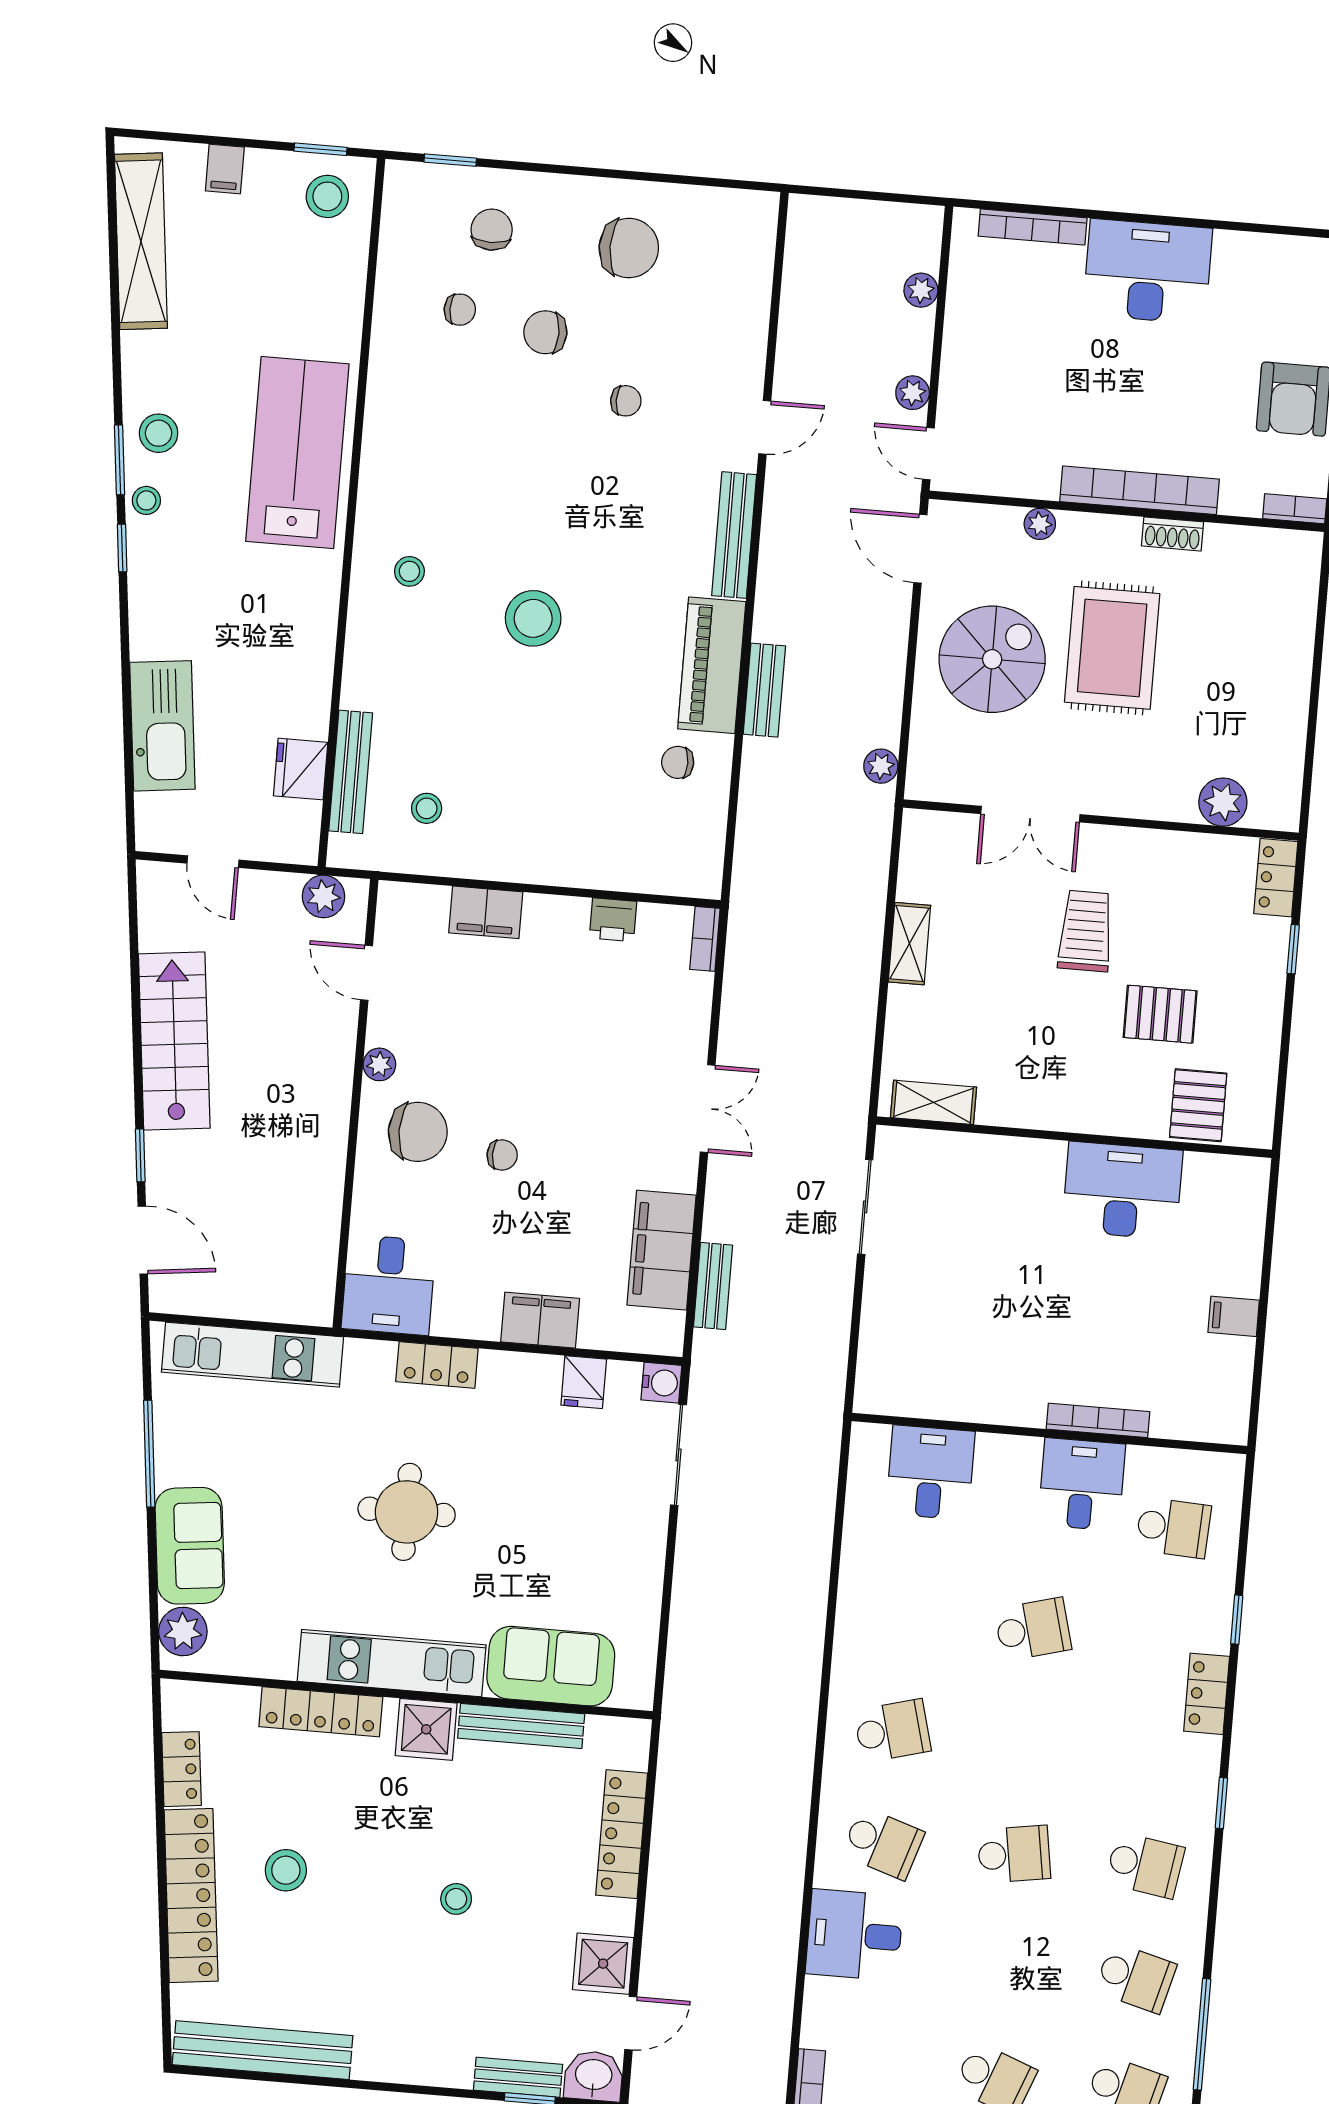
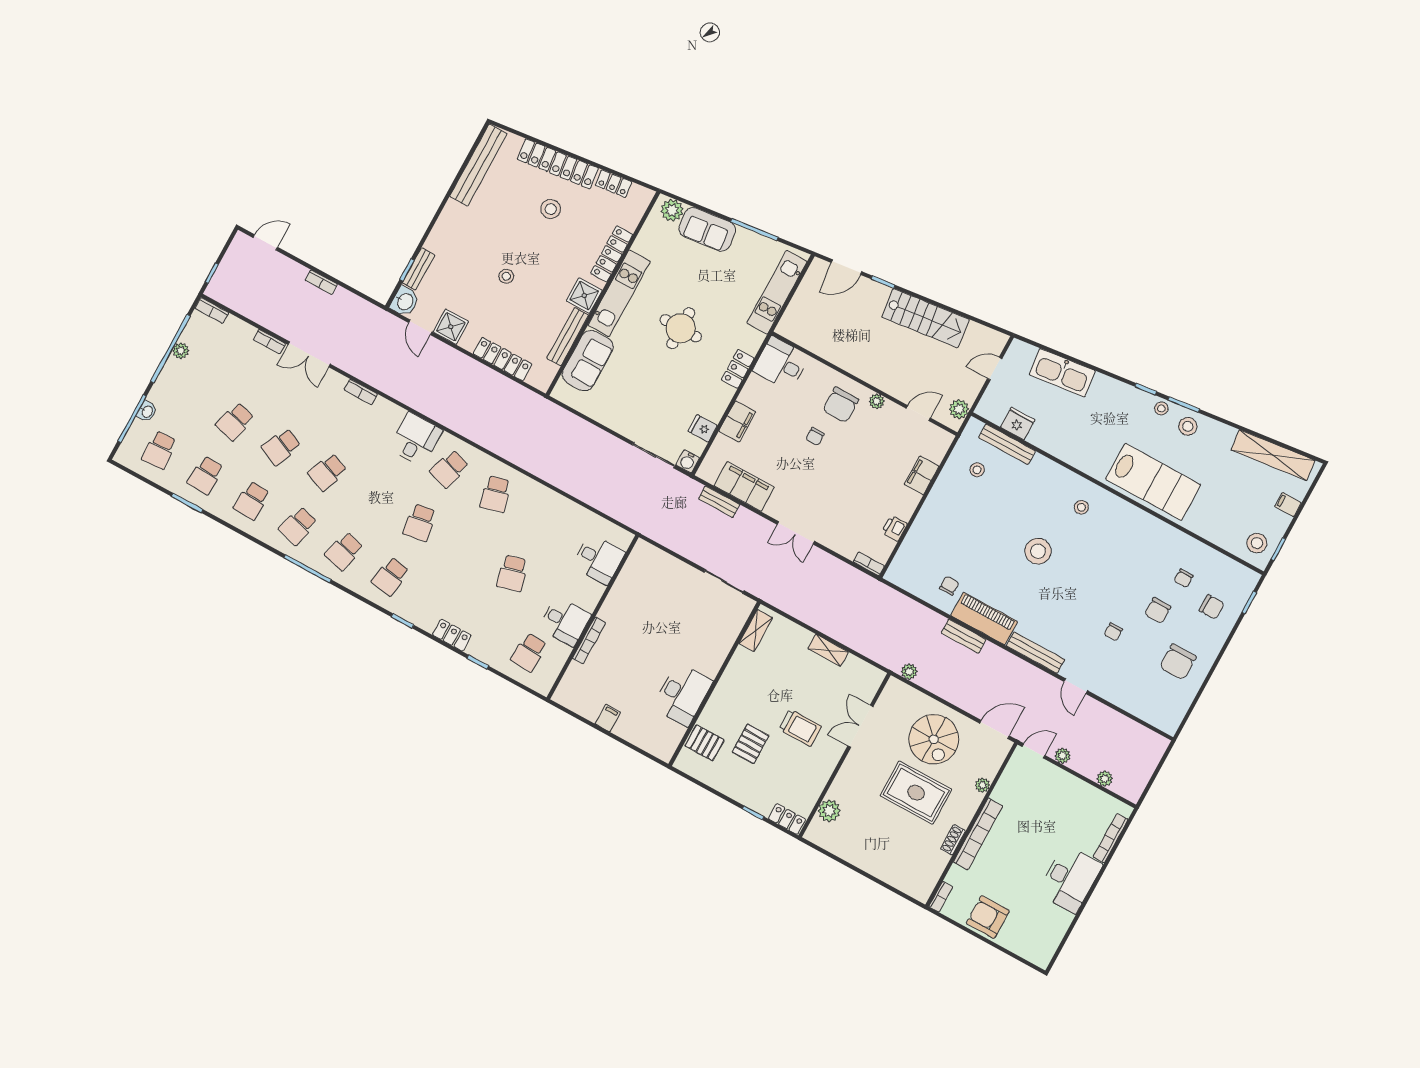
chair: (545, 332) -> (1158, 610), turned 180

